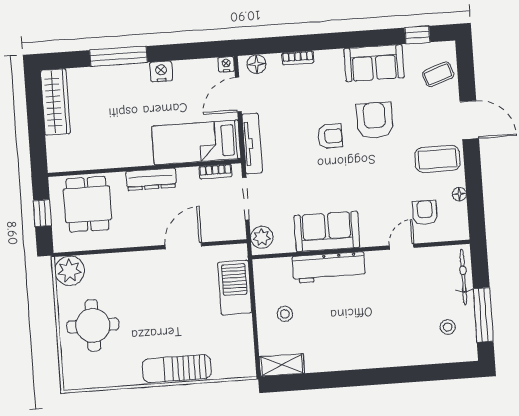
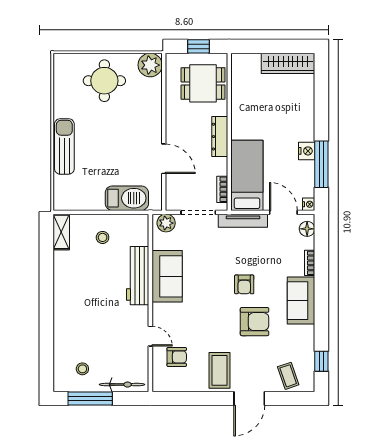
window: (119, 56) -> (321, 164), moved
sofa: (374, 63) -> (301, 301), moved
floor lamp: (459, 194) -> (190, 386), removed

